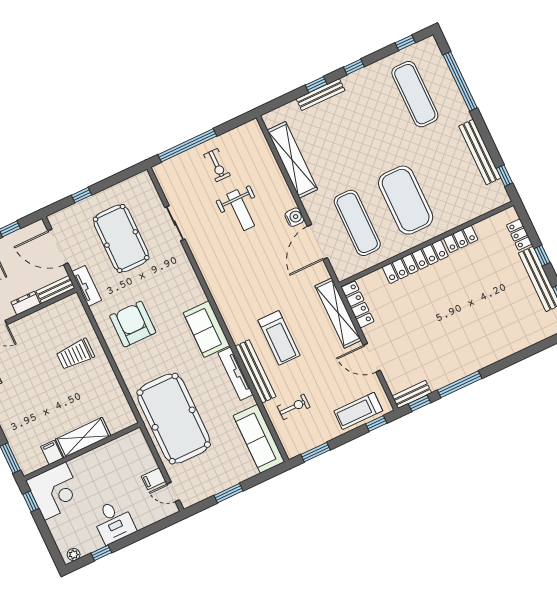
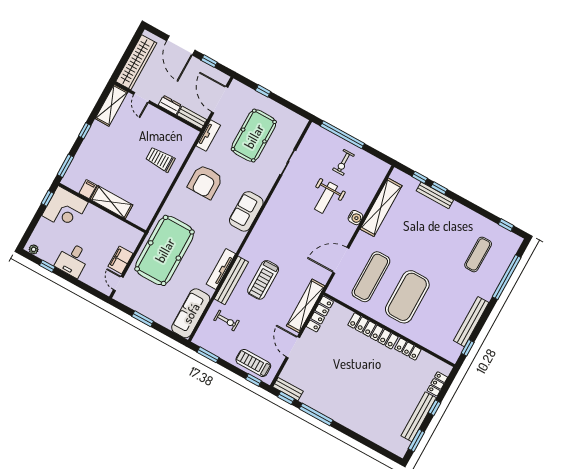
window: (354, 67) -> (420, 177), moved
exercise mat: (415, 94) -> (478, 254), width x0.73, depth x0.69
water cooler: (294, 217) -> (355, 218), moved
armchair: (133, 324) -> (205, 182), turned 180
sofa: (207, 329) -> (246, 211), moved
filing cabinet: (154, 479) -> (121, 260), width x2.00

